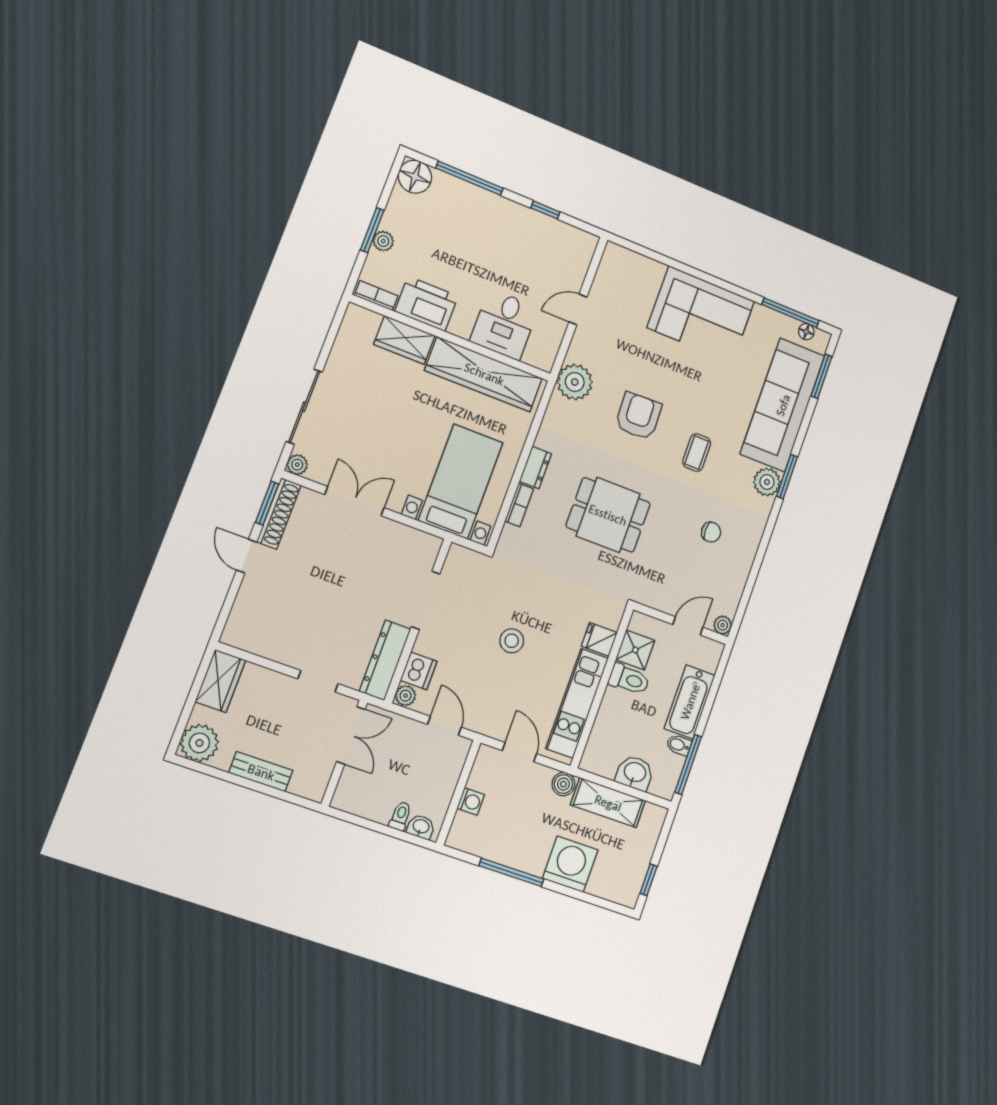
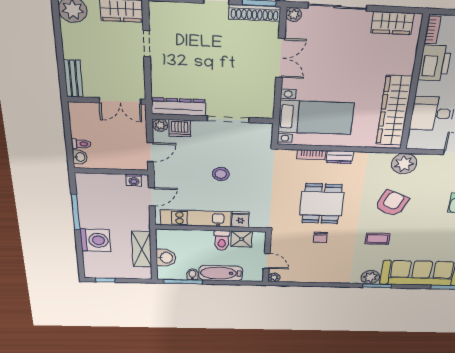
wardrobe: (404, 340) -> (392, 23), moved, turned -90
armchair: (638, 416) -> (392, 203), turned -65
chair: (711, 532) -> (320, 237), moved
doorway: (318, 681) -> (147, 44), moved
bench: (261, 772) -> (73, 79), moved
boiler: (563, 784) -> (143, 224), removed
washing machine: (471, 801) -> (134, 180), moved

